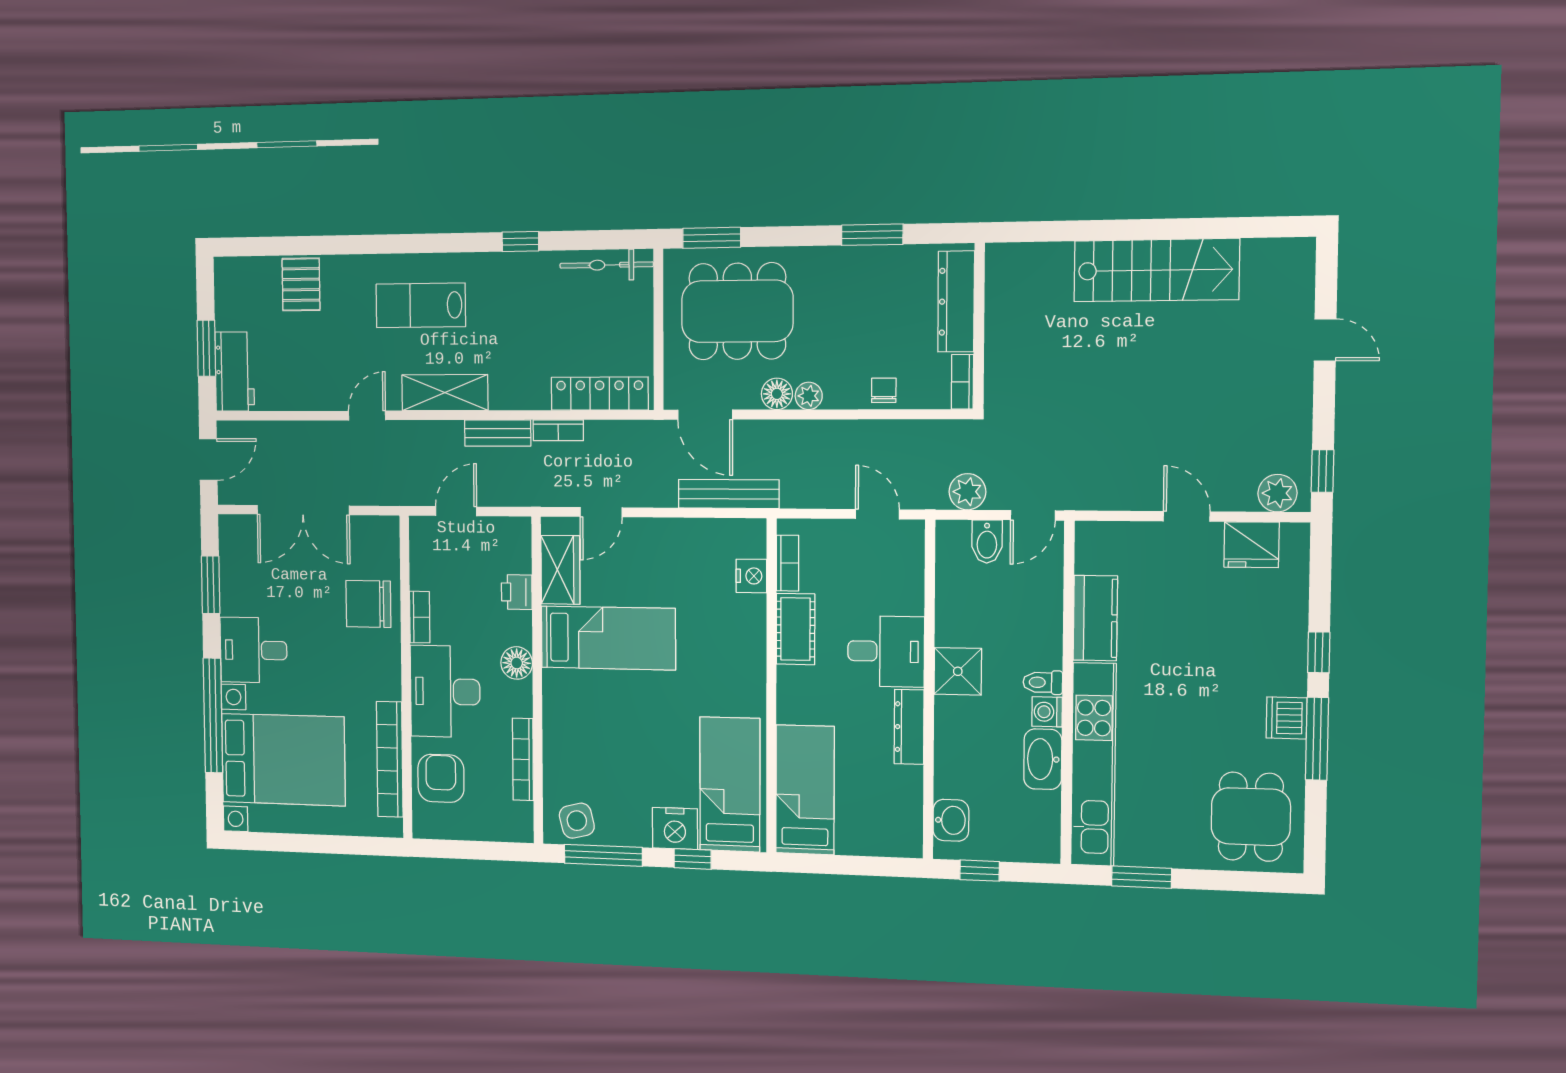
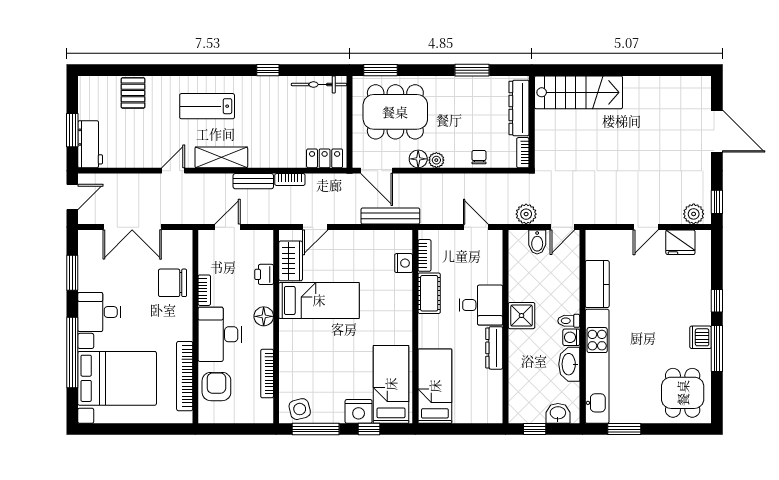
stairs: (1156, 270) -> (579, 92), moved
door: (1325, 340) -> (717, 131), width x1.88
locker: (600, 394) -> (325, 158), width x0.66
door: (1187, 516) -> (646, 227), swing flipped
washbasin: (951, 820) -> (558, 413), moved, turned -90

